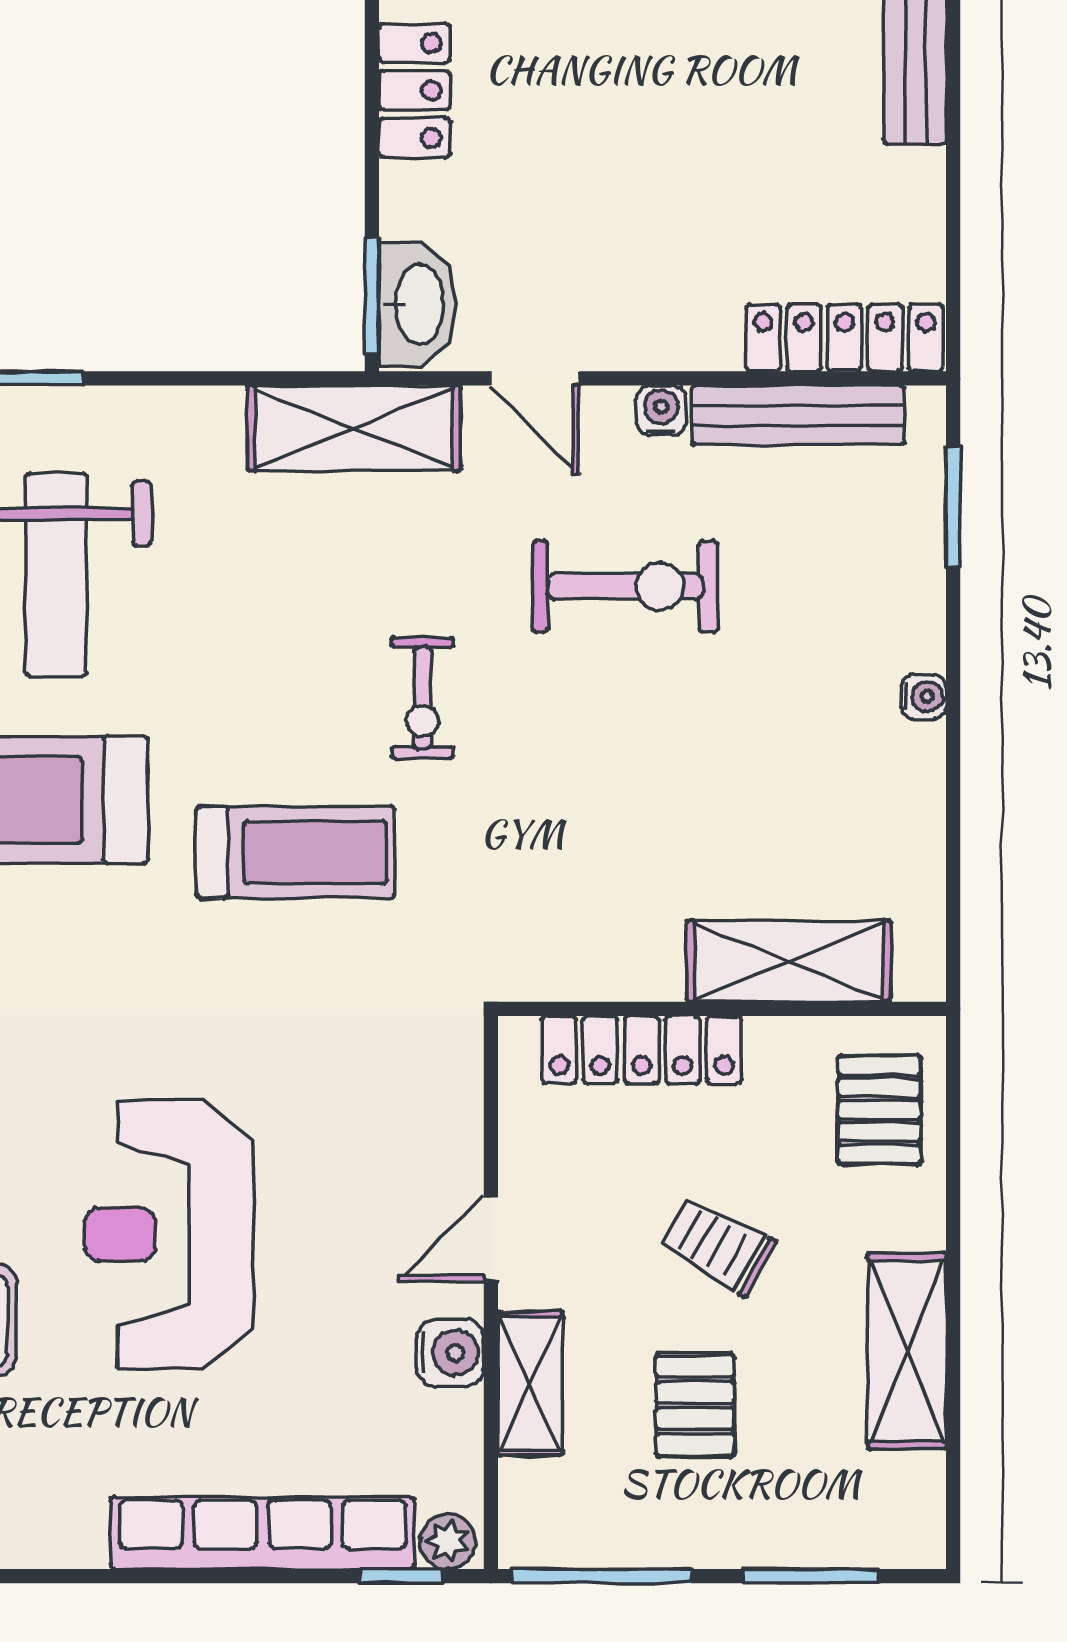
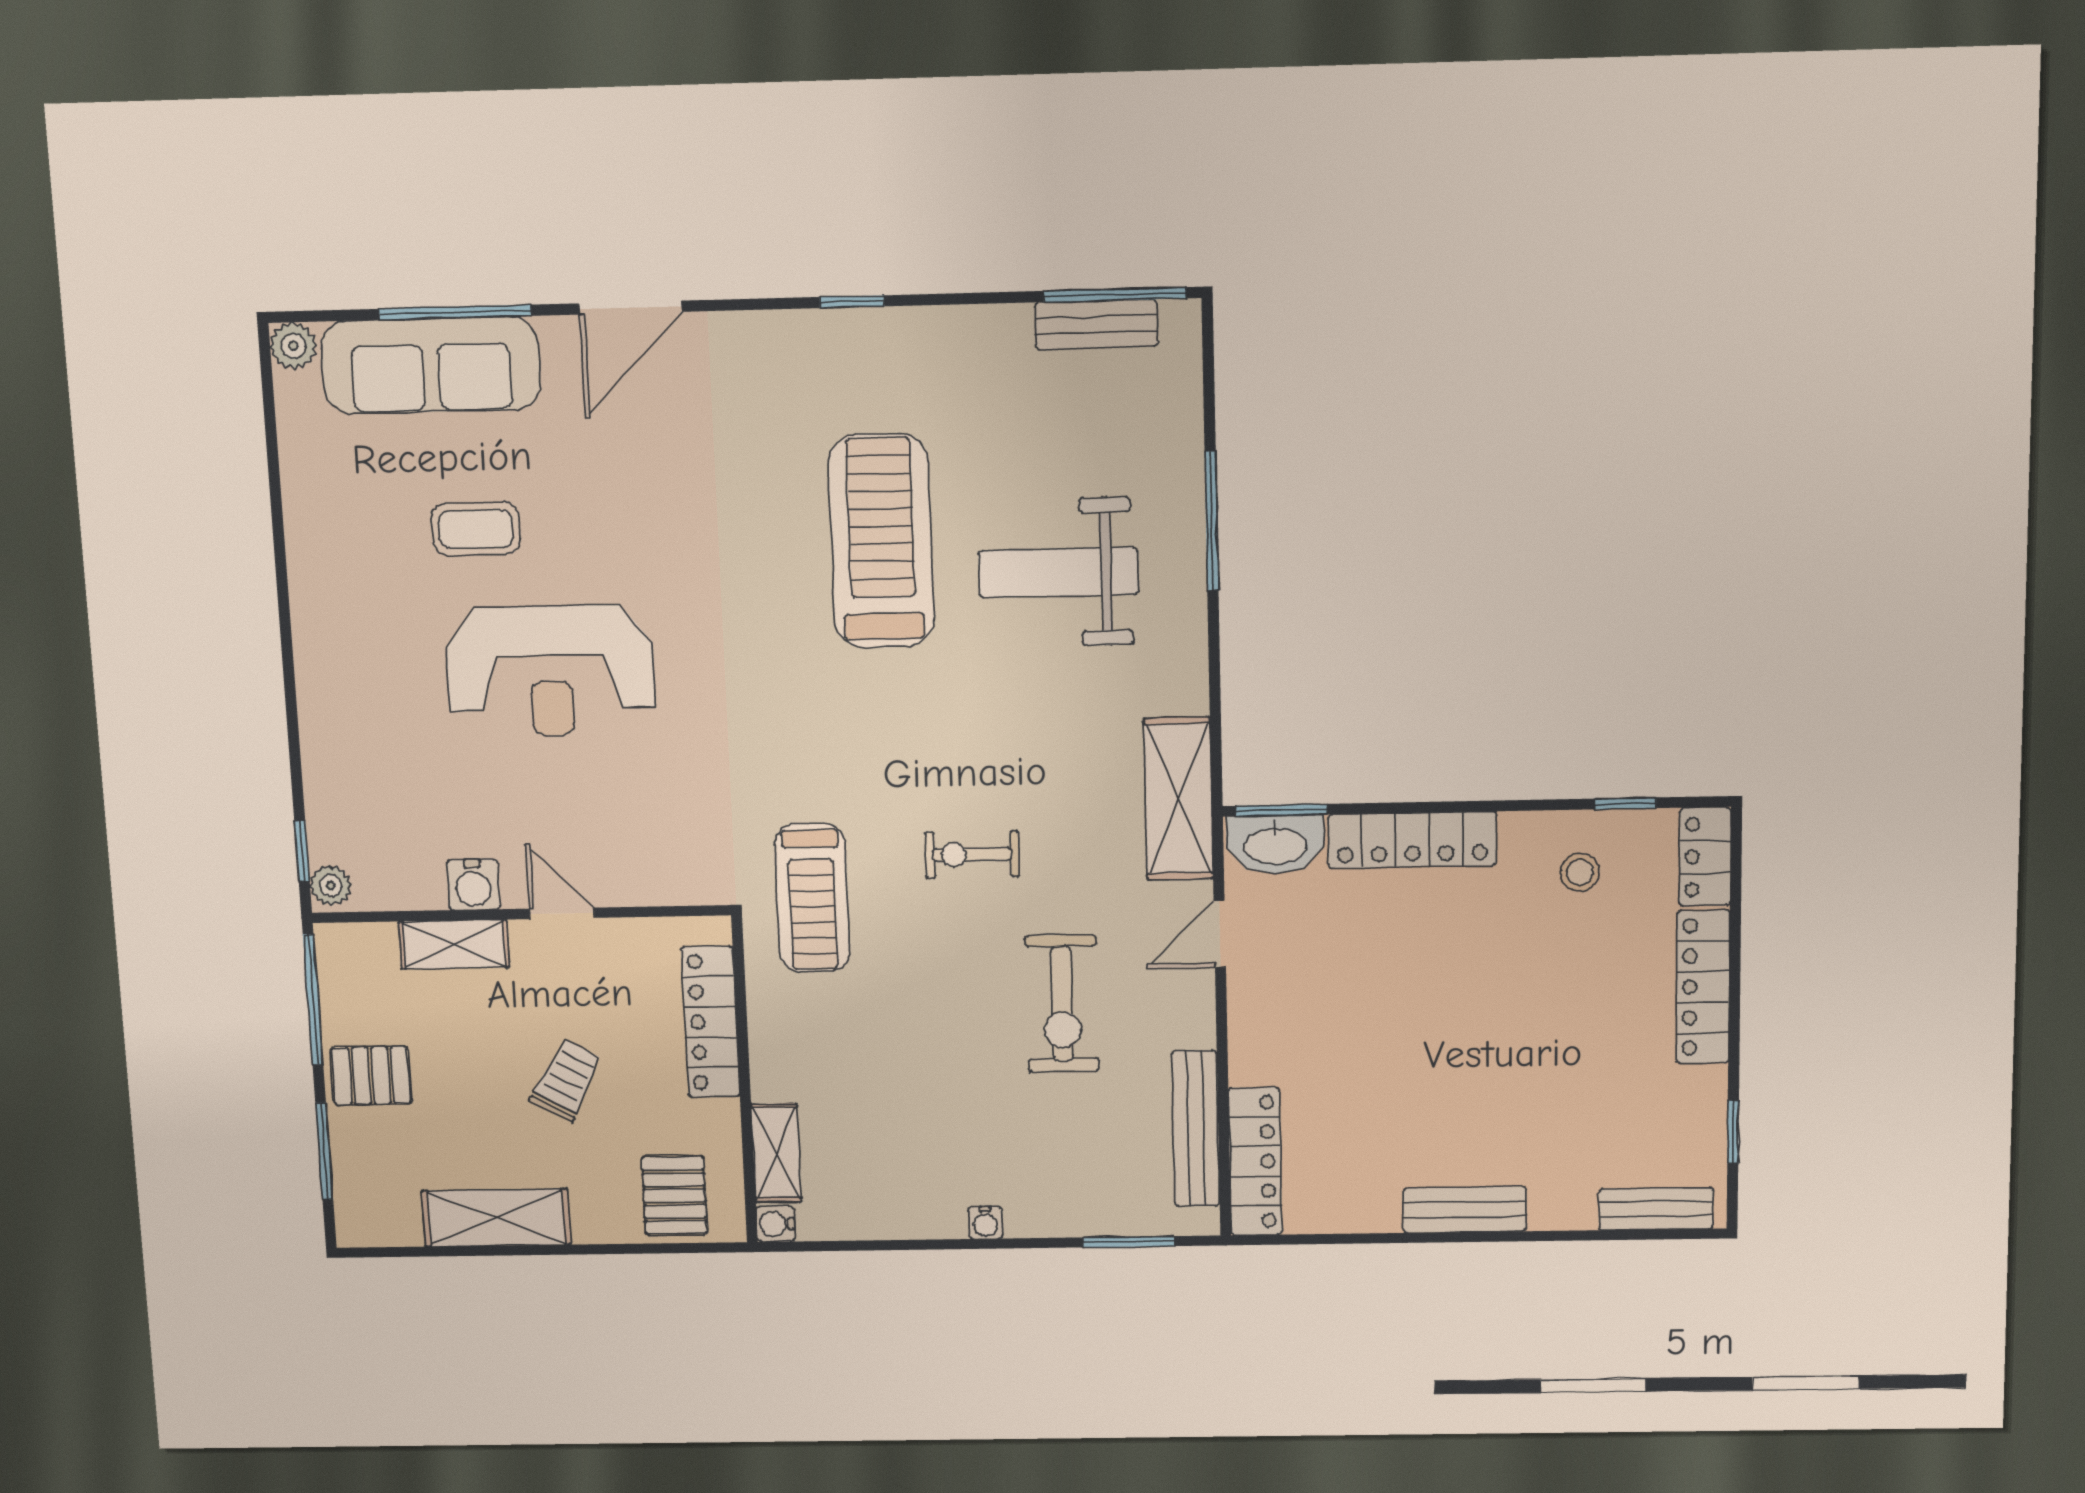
locker: (415, 90) -> (1412, 840), width x1.53
water cooler: (661, 410) -> (775, 1224), moved, turned 180
treadmill: (296, 852) -> (812, 898), moved
shelving: (789, 961) -> (776, 1153), width x0.67, depth x0.75
pallet: (880, 1110) -> (674, 1195), turned 90
reception desk: (169, 1234) -> (551, 671), turned 180
pallet: (695, 1405) -> (371, 1076), moved
row of seats: (262, 1533) -> (327, 747), removed

